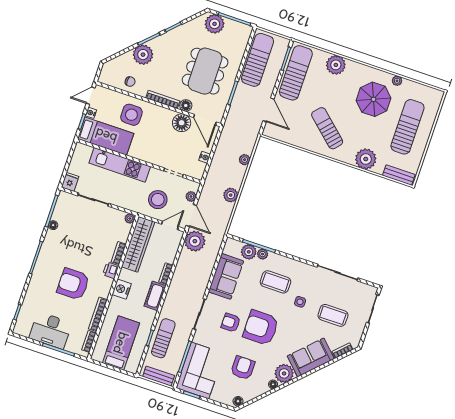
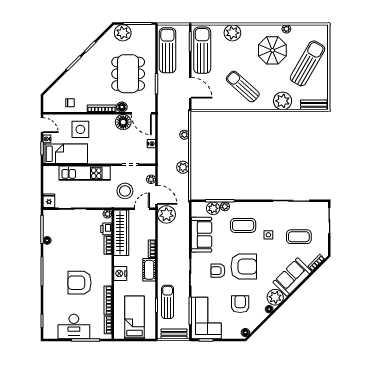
plant: (143, 55) -> (73, 77), removed
door: (91, 96) -> (42, 125), swing flipped
sun lounger: (407, 127) -> (308, 63), turned 30
printer: (111, 270) -> (106, 229), moved
armchair: (261, 328) -> (244, 267), turned 180

